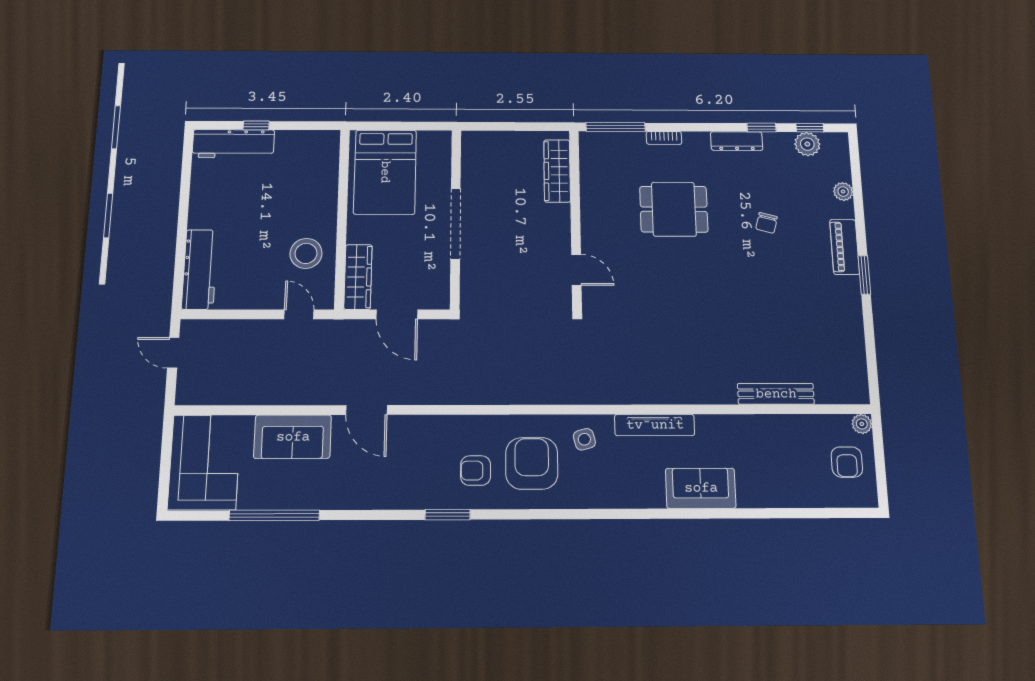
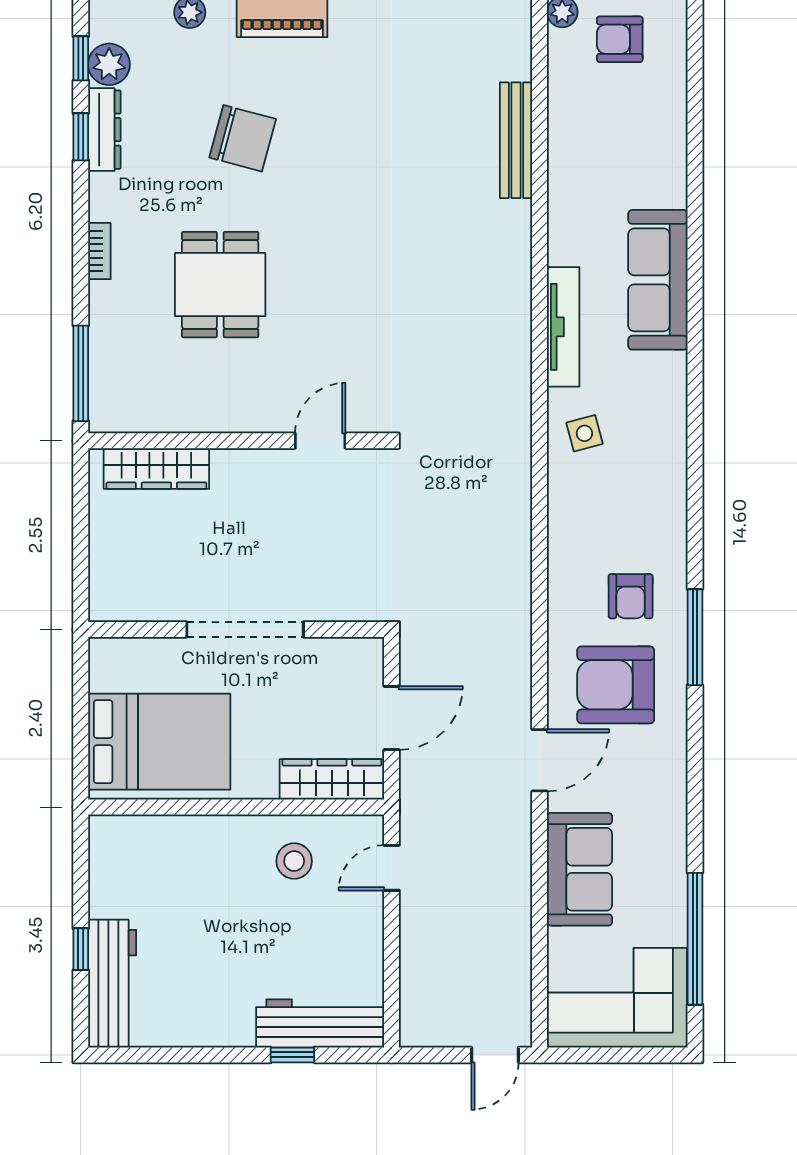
bookcase: (664, 138) -> (99, 251), moved
dresser: (737, 141) -> (104, 130), moved
chair: (767, 223) -> (243, 138), width x1.87, depth x1.87
window: (180, 252) -> (292, 1055), added
stool: (306, 253) -> (294, 861), width x0.73, depth x0.73
door: (173, 353) -> (495, 1055), moved
armchair: (847, 462) -> (620, 39), turned 180
armchair: (532, 463) -> (616, 685), moved
sofa: (701, 488) -> (658, 280), width x1.36
window: (274, 515) -> (695, 939), moved
window: (448, 515) -> (695, 637), width x1.44

